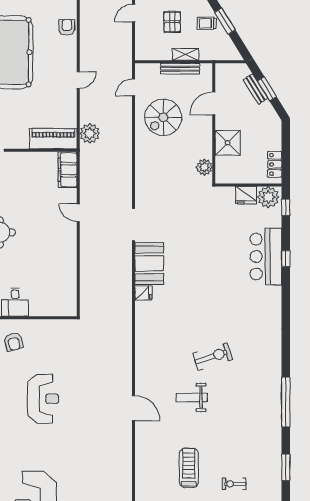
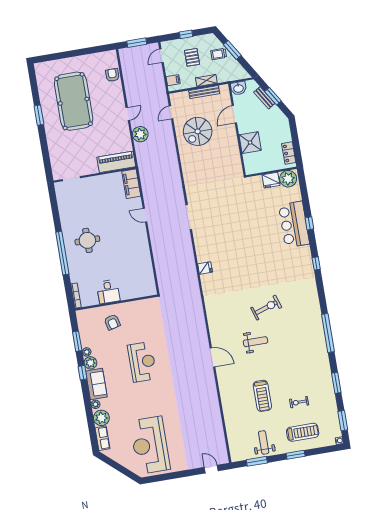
filing cabinet: (143, 47) -> (173, 80), added
washbasin: (225, 71) -> (239, 88), added
plant: (90, 133) -> (140, 134), moved
plant: (204, 167) -> (235, 164), removed
window: (286, 207) -> (316, 263), moved
booth: (149, 263) -> (206, 245), removed
weight bench: (192, 397) -> (256, 342), turned 180
treadmill: (189, 468) -> (262, 396), turned 180

